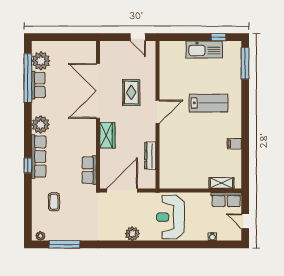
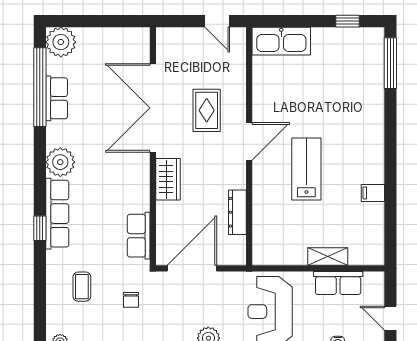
kitchen sink: (204, 50) -> (281, 41), moved
plant: (41, 61) -> (61, 42), moved
lab bench: (209, 103) -> (306, 169), moved, turned -90
shelving: (221, 183) -> (328, 256), moved
row of seats: (226, 200) -> (338, 283), moved
chair: (84, 210) -> (131, 300), added

